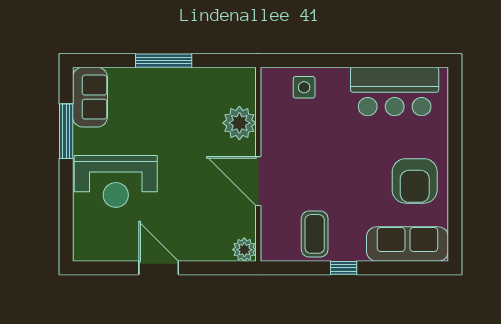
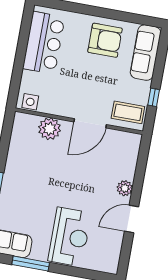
plant: (239, 123) -> (50, 129), moved
wall: (258, 164) -> (79, 121), moved
door: (258, 181) -> (90, 123), moved
plant: (244, 250) -> (125, 188), moved

